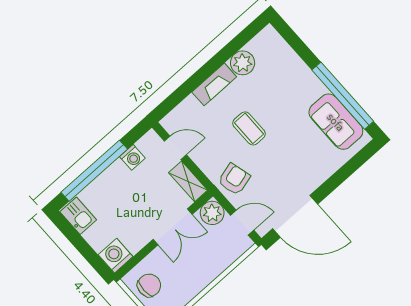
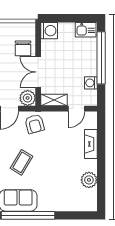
fireplace: (214, 84) -> (91, 144), moved
coffee table: (249, 128) -> (21, 162), moved, turned -59
chair: (149, 285) -> (23, 48), moved

